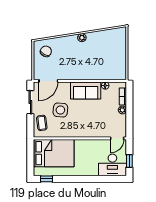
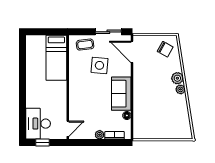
plant: (72, 40) -> (177, 78), added
door: (117, 138) -> (68, 129), swing flipped
bed: (54, 153) -> (56, 58), width x0.67
window: (46, 179) -> (22, 50), removed

